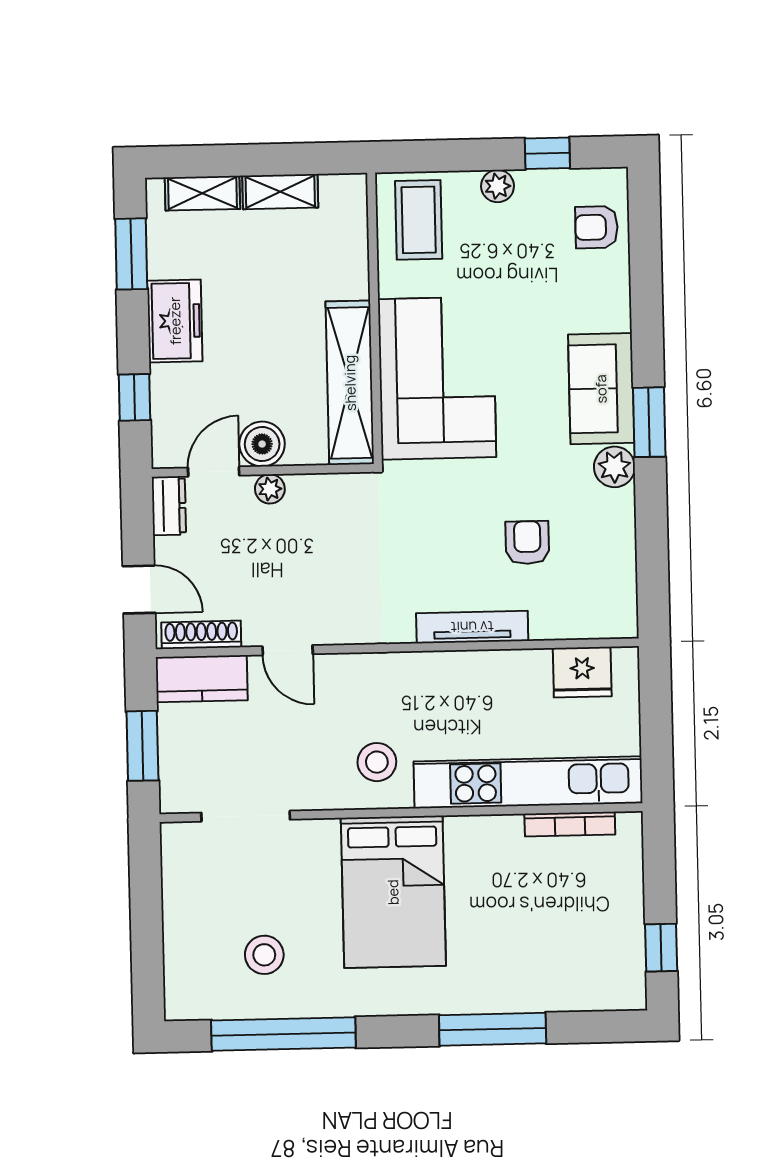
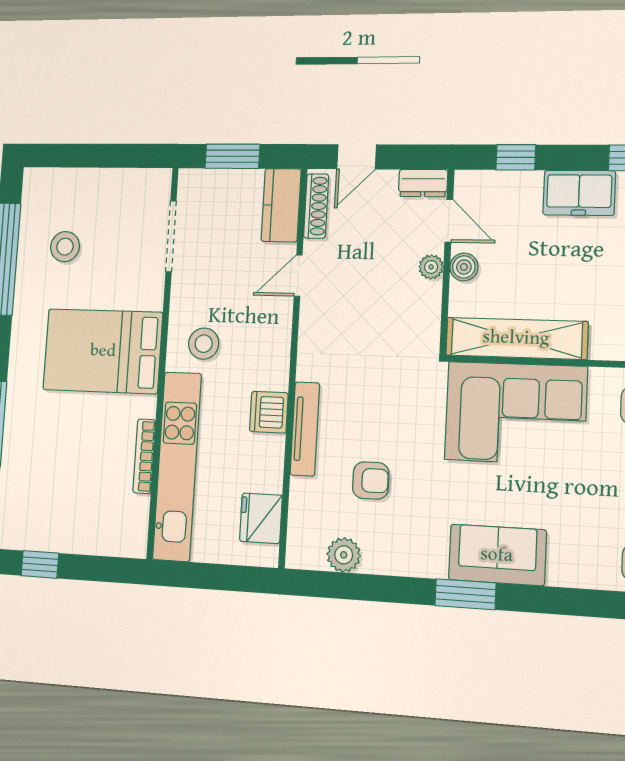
boiler: (262, 444) -> (464, 267), width x0.73, depth x0.73
plant: (614, 467) -> (344, 555), moved
dishwasher: (455, 673) -> (269, 412), added
bookcase: (570, 824) -> (144, 456), moved

